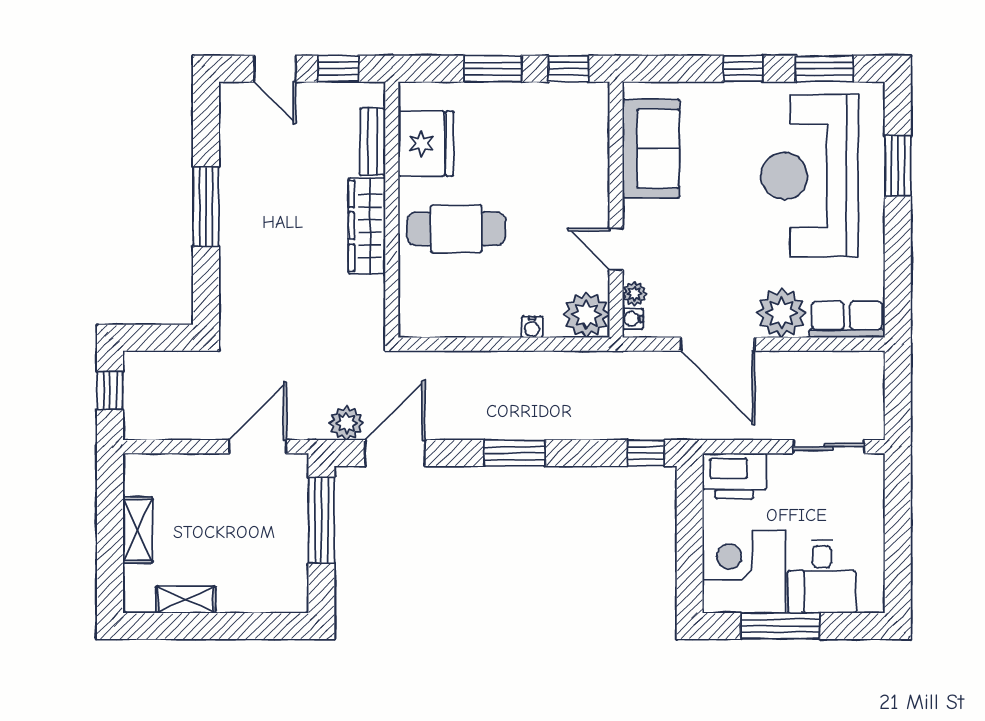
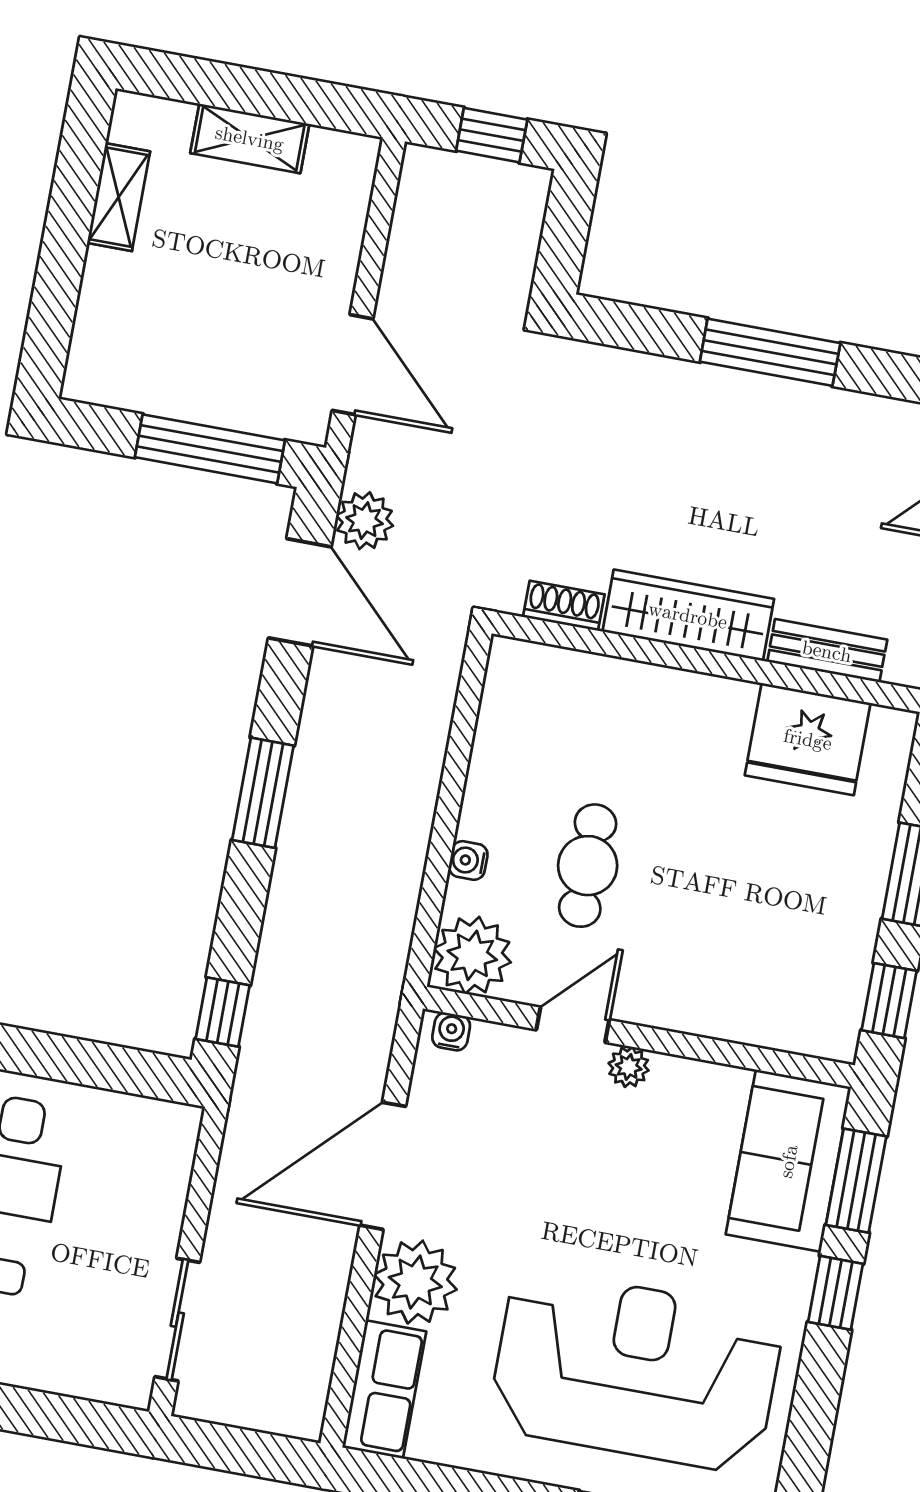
window: (824, 69) -> (856, 1181), moved
sofa: (651, 148) -> (788, 1161), moved, turned 90
cafe table: (456, 229) -> (588, 866), moved, width x0.73, depth x0.74
plant: (634, 294) -> (629, 1067), moved
shoe rack: (374, 299) -> (564, 606), added
printer: (734, 476) -> (157, 1153), removed

